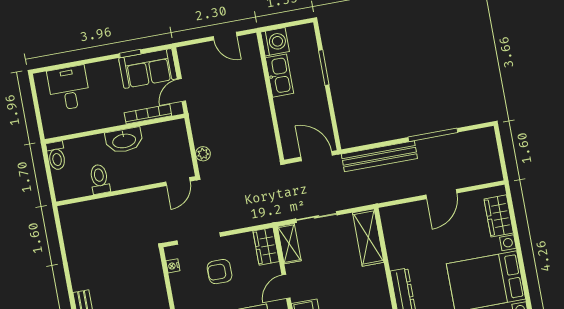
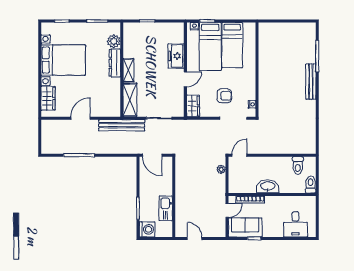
washing machine: (275, 42) -> (147, 229), moved, turned 180
bench: (379, 156) -> (122, 125), moved
toilet: (100, 179) -> (298, 165), moved
shelving: (289, 244) -> (128, 70), moved

